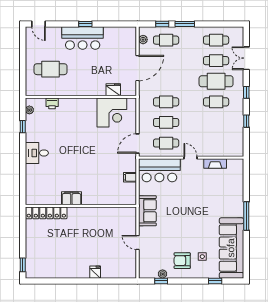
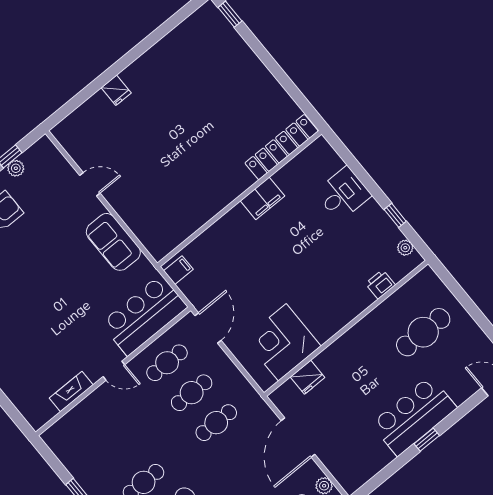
filing cabinet: (71, 198) -> (262, 198), moved
wall: (81, 206) -> (240, 199), moved
locker: (46, 213) -> (281, 147), moved

